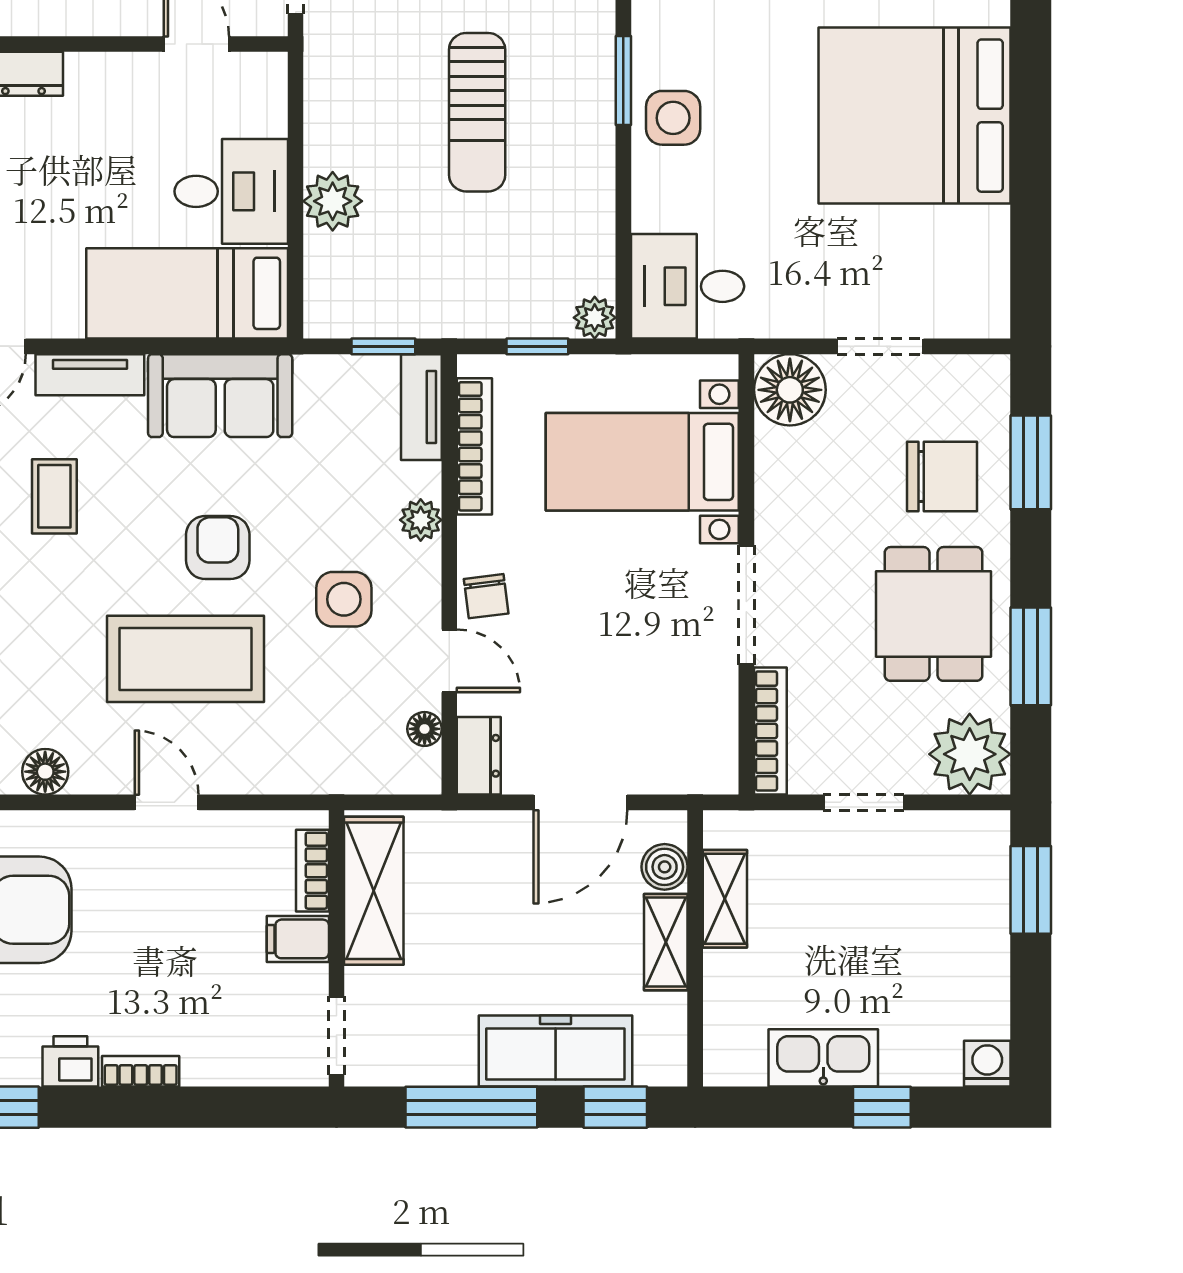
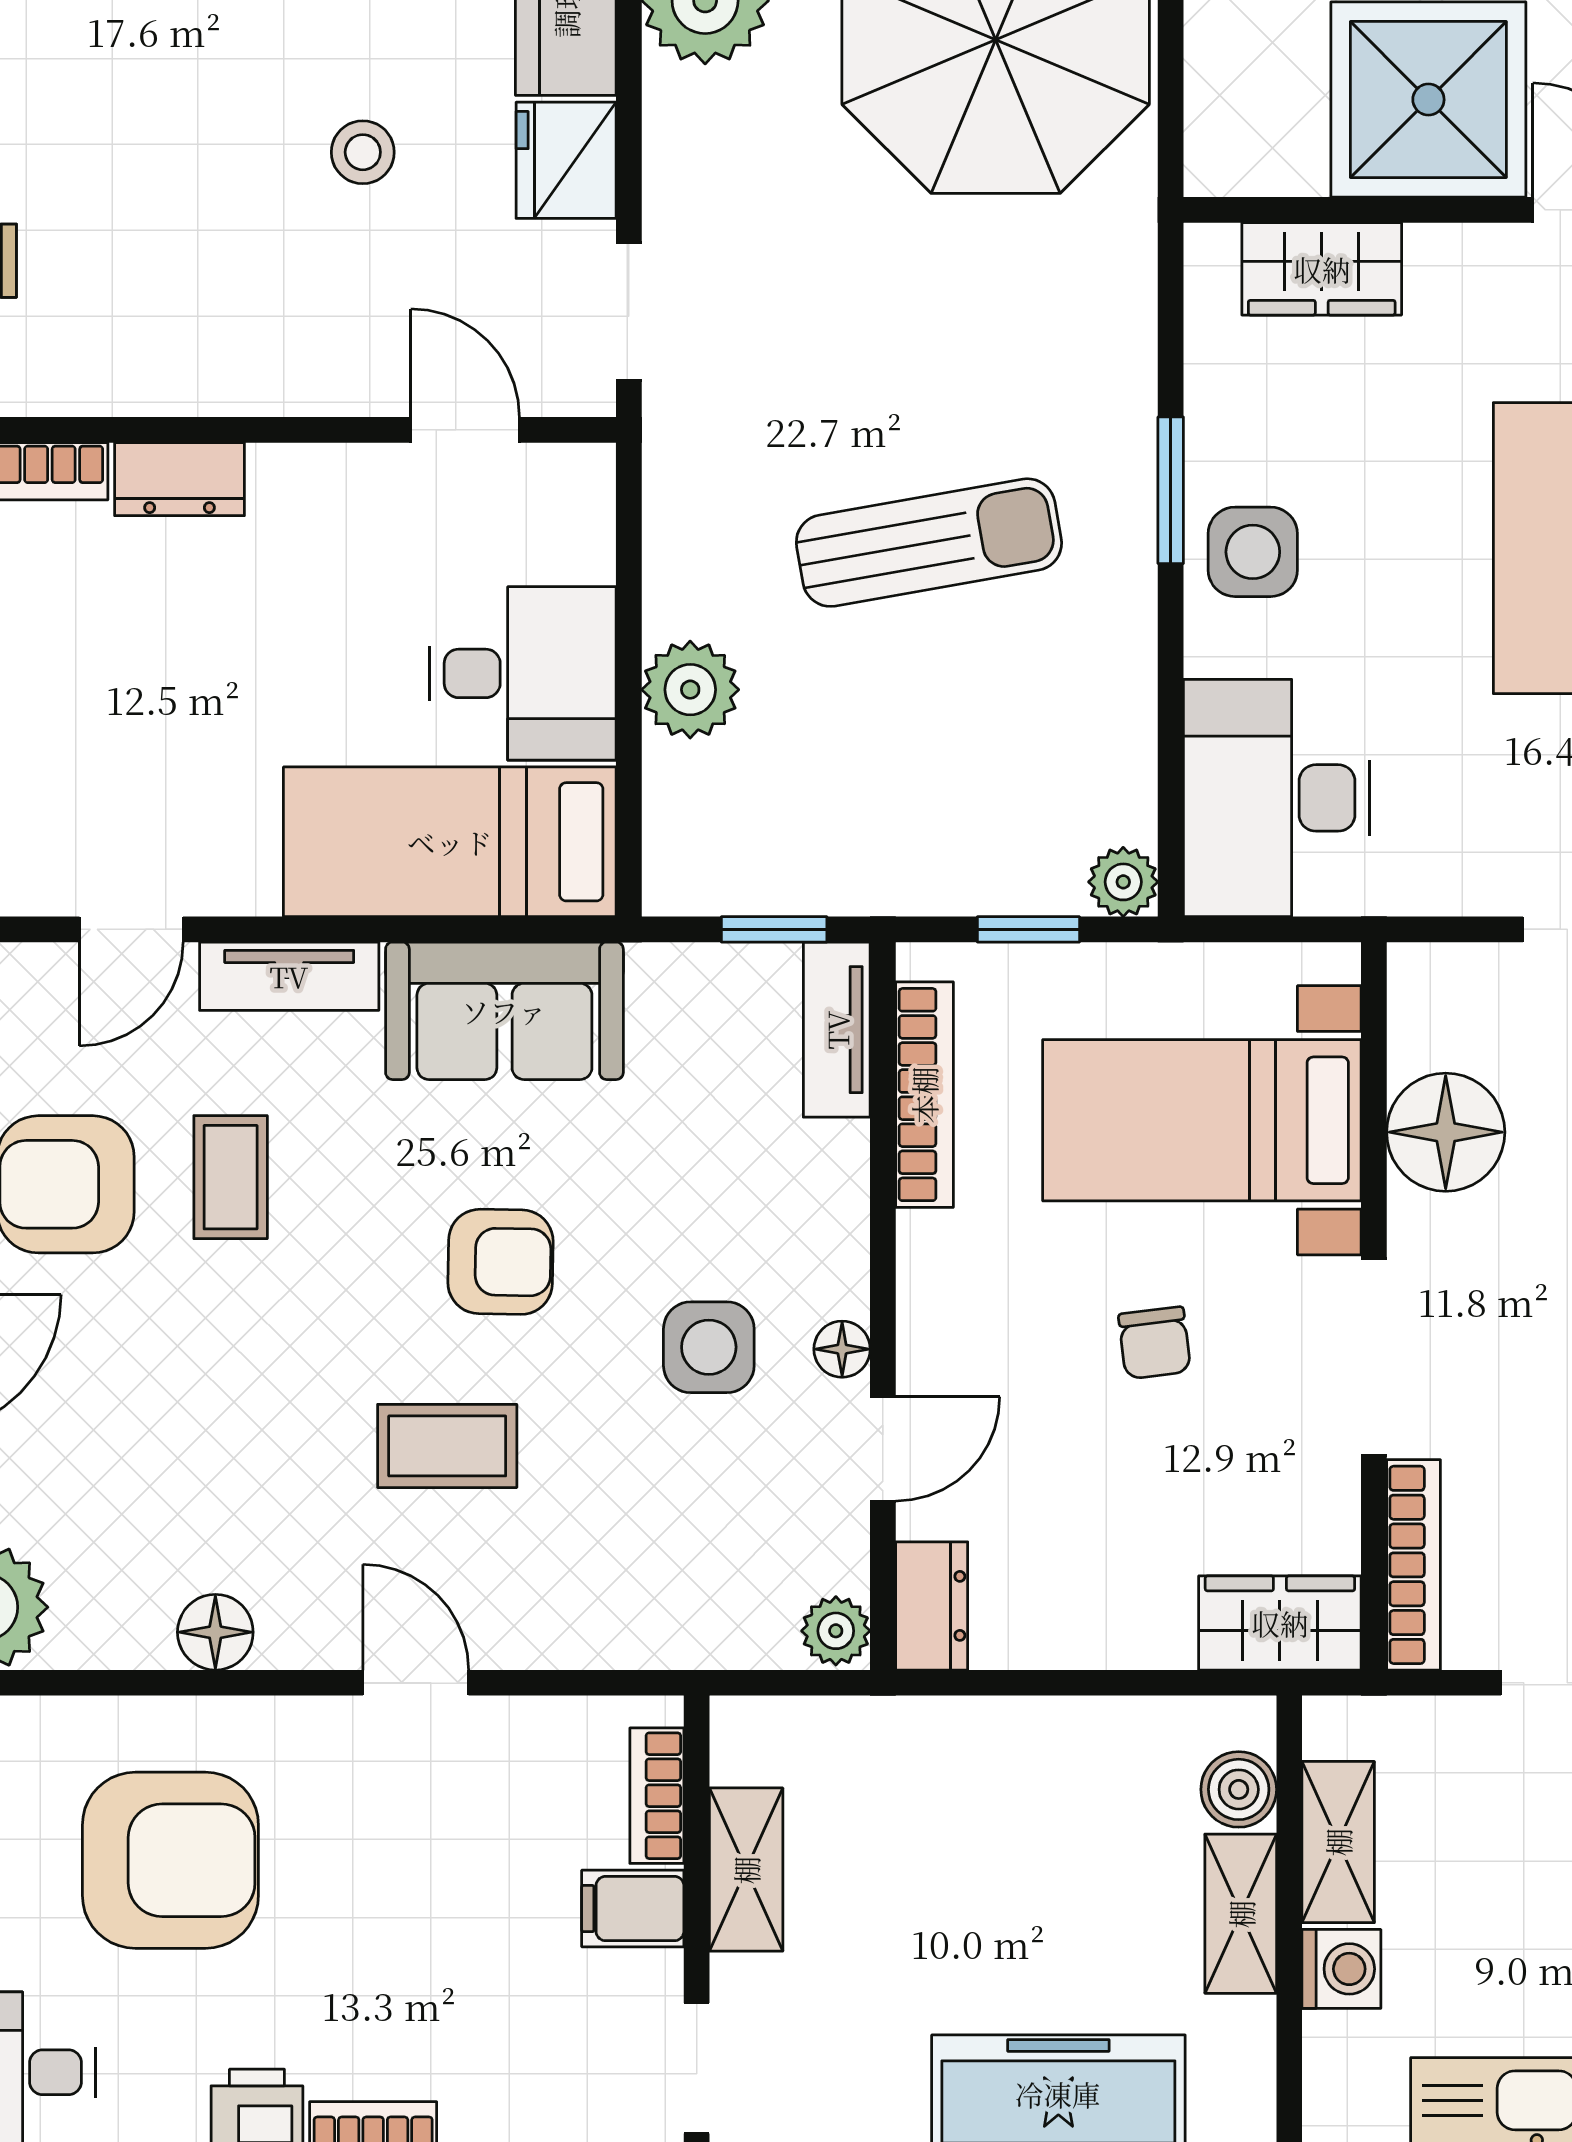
sun lounger: (477, 112) -> (929, 543), turned -100
desk: (688, 286) -> (1277, 798), width x1.37
floor lamp: (790, 390) -> (1446, 1132), moved
plant: (421, 520) -> (836, 1631), moved
armchair: (218, 548) -> (500, 1262), turned 91
chair: (486, 596) -> (1155, 1343), moved
coffee table: (186, 659) -> (447, 1446), width x0.54, depth x0.58
door: (449, 661) -> (883, 1449), hinge flipped
floor lamp: (425, 729) -> (842, 1349), moved
wardrobe: (690, 766) -> (1280, 1623), added
door: (580, 802) -> (1100, 1683), removed
shelving: (374, 891) -> (746, 1870), width x0.67, depth x0.75
washing machine: (727, 976) -> (1341, 1969), added

